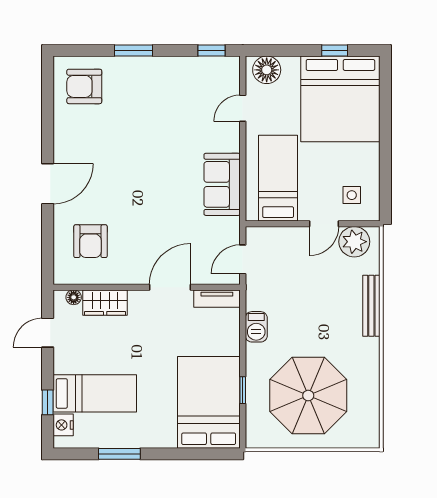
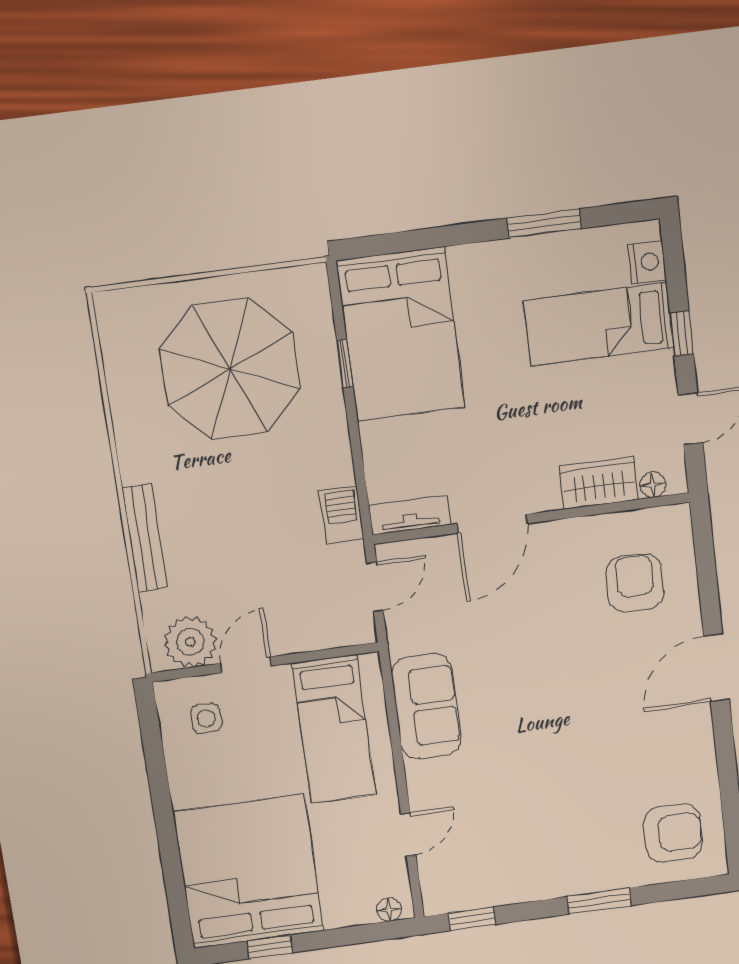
floor lamp: (267, 70) -> (389, 910), width x0.53, depth x0.53
barbecue: (256, 327) -> (342, 515), moved
window: (48, 402) -> (682, 334), moved

